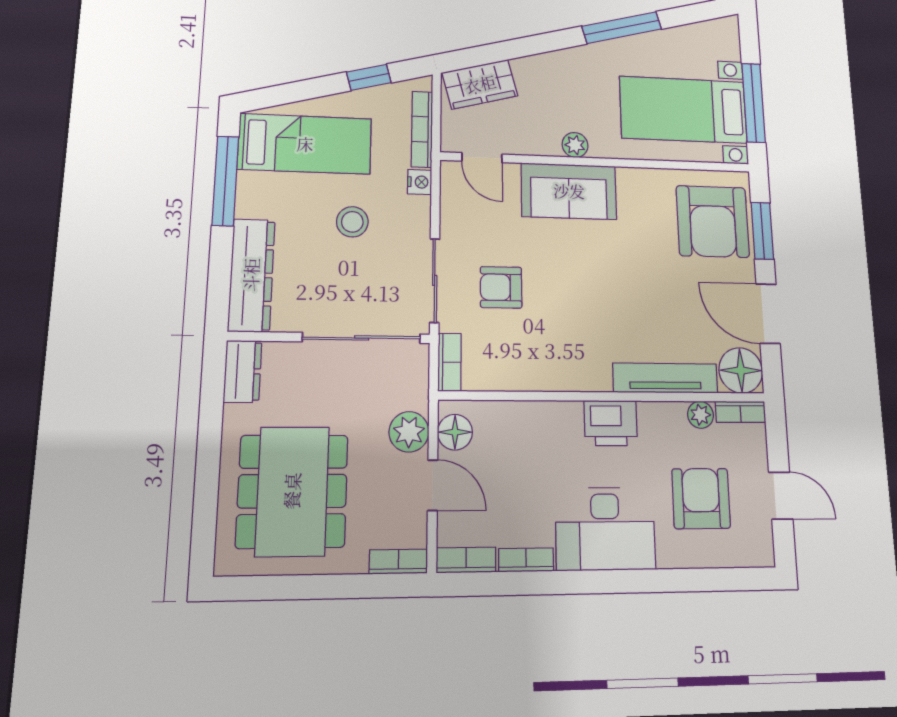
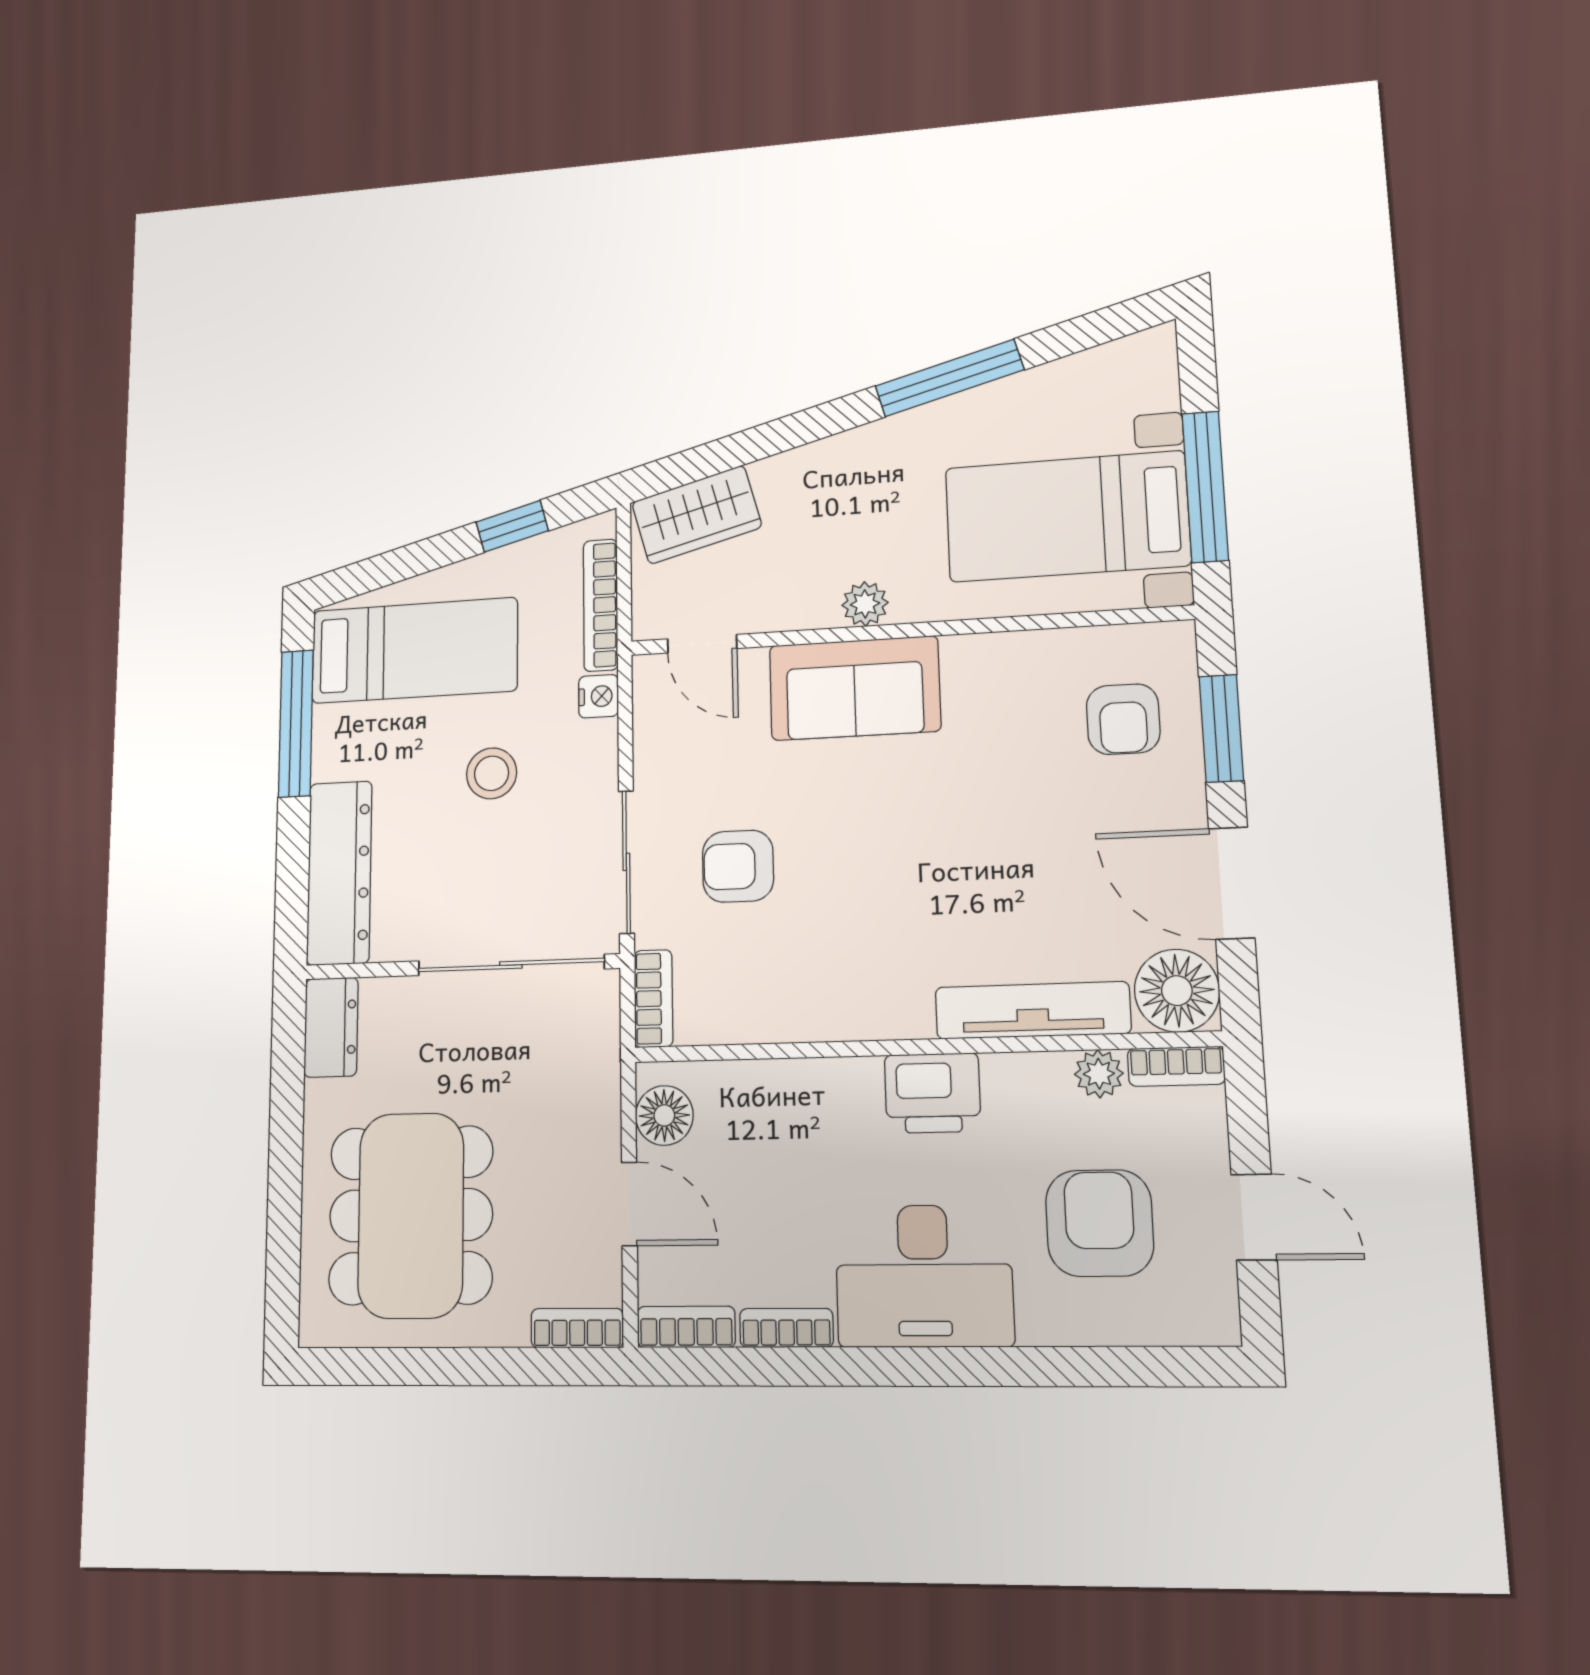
armchair: (713, 221) -> (1123, 719), width x0.53, depth x0.53
plant: (409, 432) -> (590, 1117), removed

